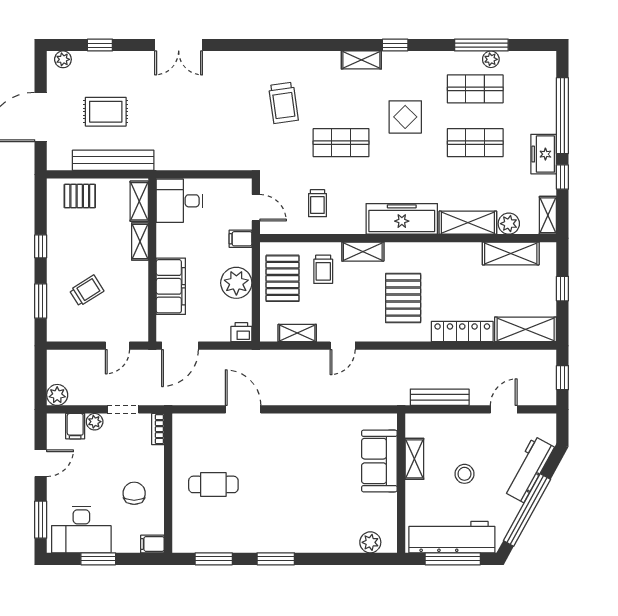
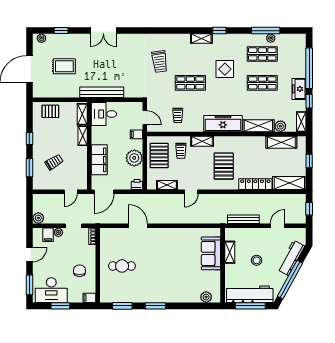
bench: (113, 160) -> (102, 92), moved

